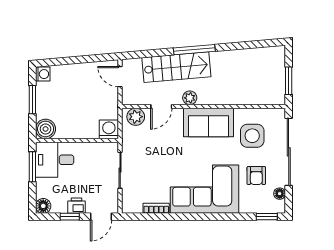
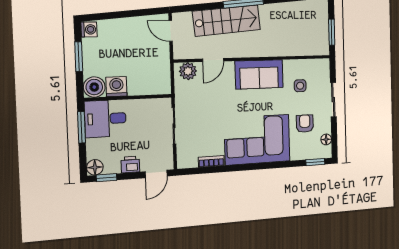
plant: (190, 98) -> (240, 51), removed
washing machine: (109, 129) -> (116, 87), moved
side table: (252, 136) -> (300, 86), width x0.54, depth x0.54
sliding door: (289, 152) -> (333, 100), width x0.54
armchair: (256, 176) -> (305, 124), turned 180
window: (70, 217) -> (107, 178), moved

